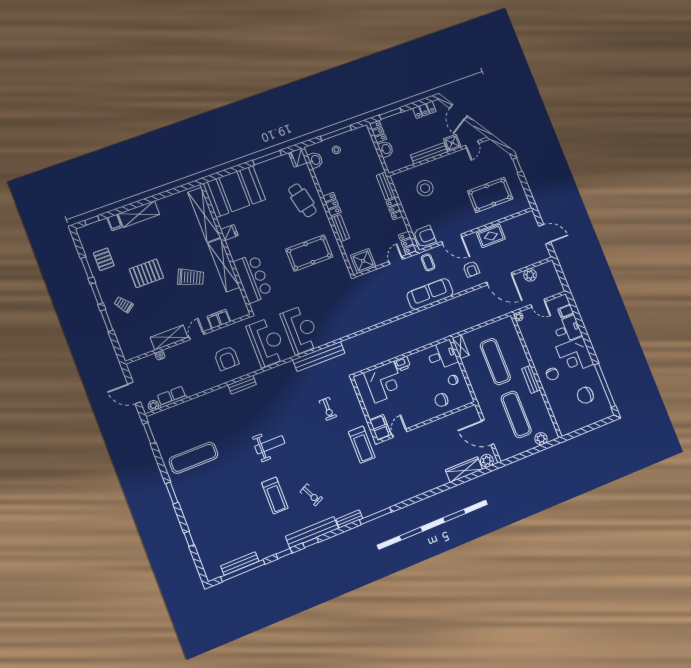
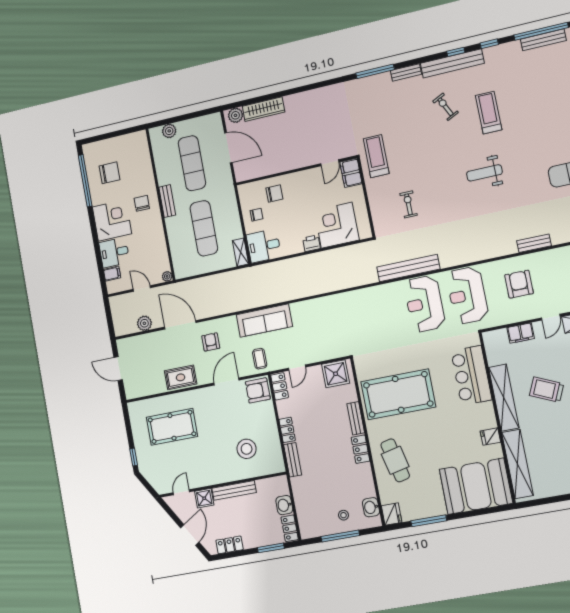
door: (452, 239) -> (227, 382), hinge flipped
pool table: (309, 253) -> (398, 394), width x1.36, depth x1.32
bench: (242, 385) -> (534, 243), moved

